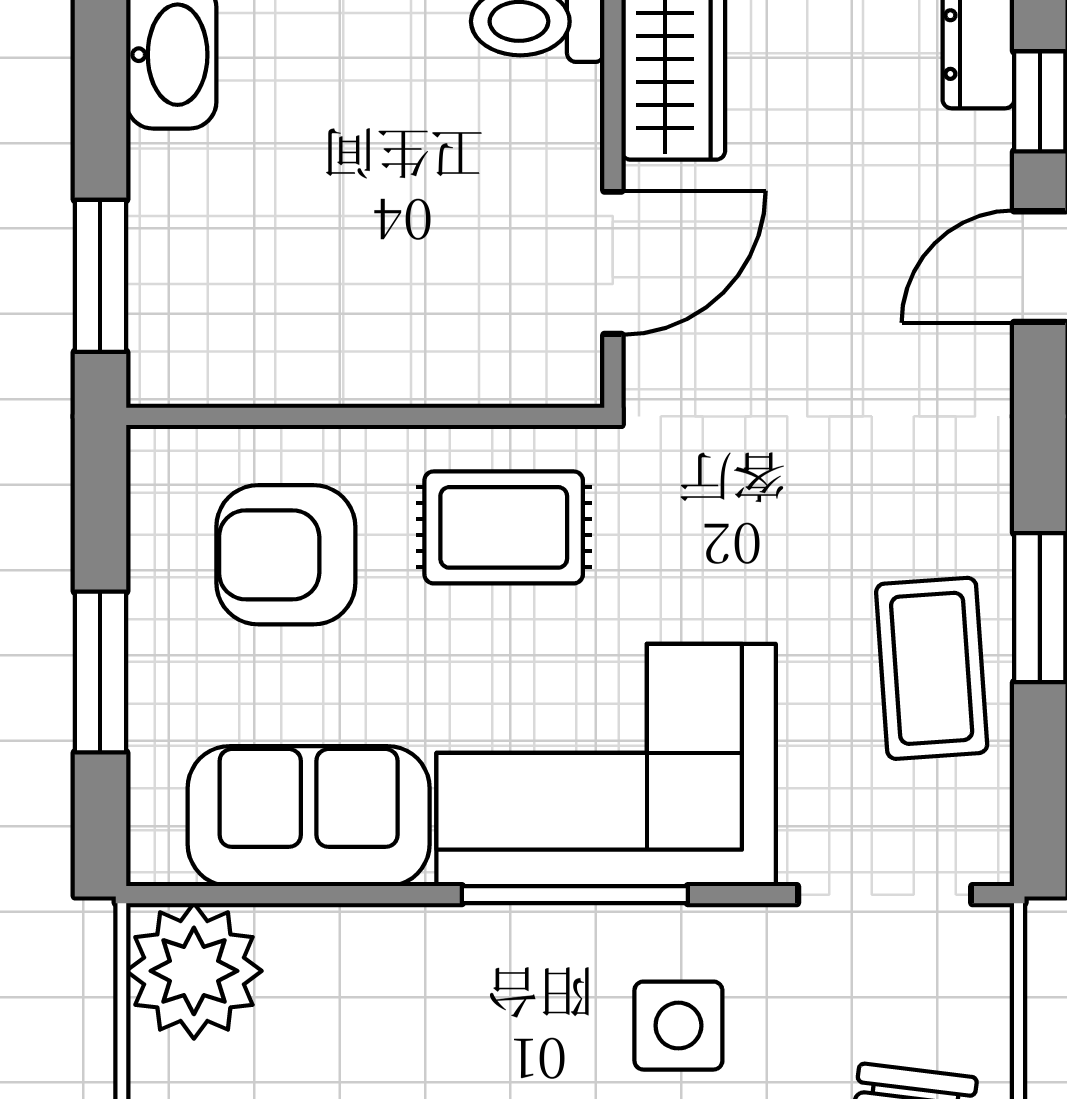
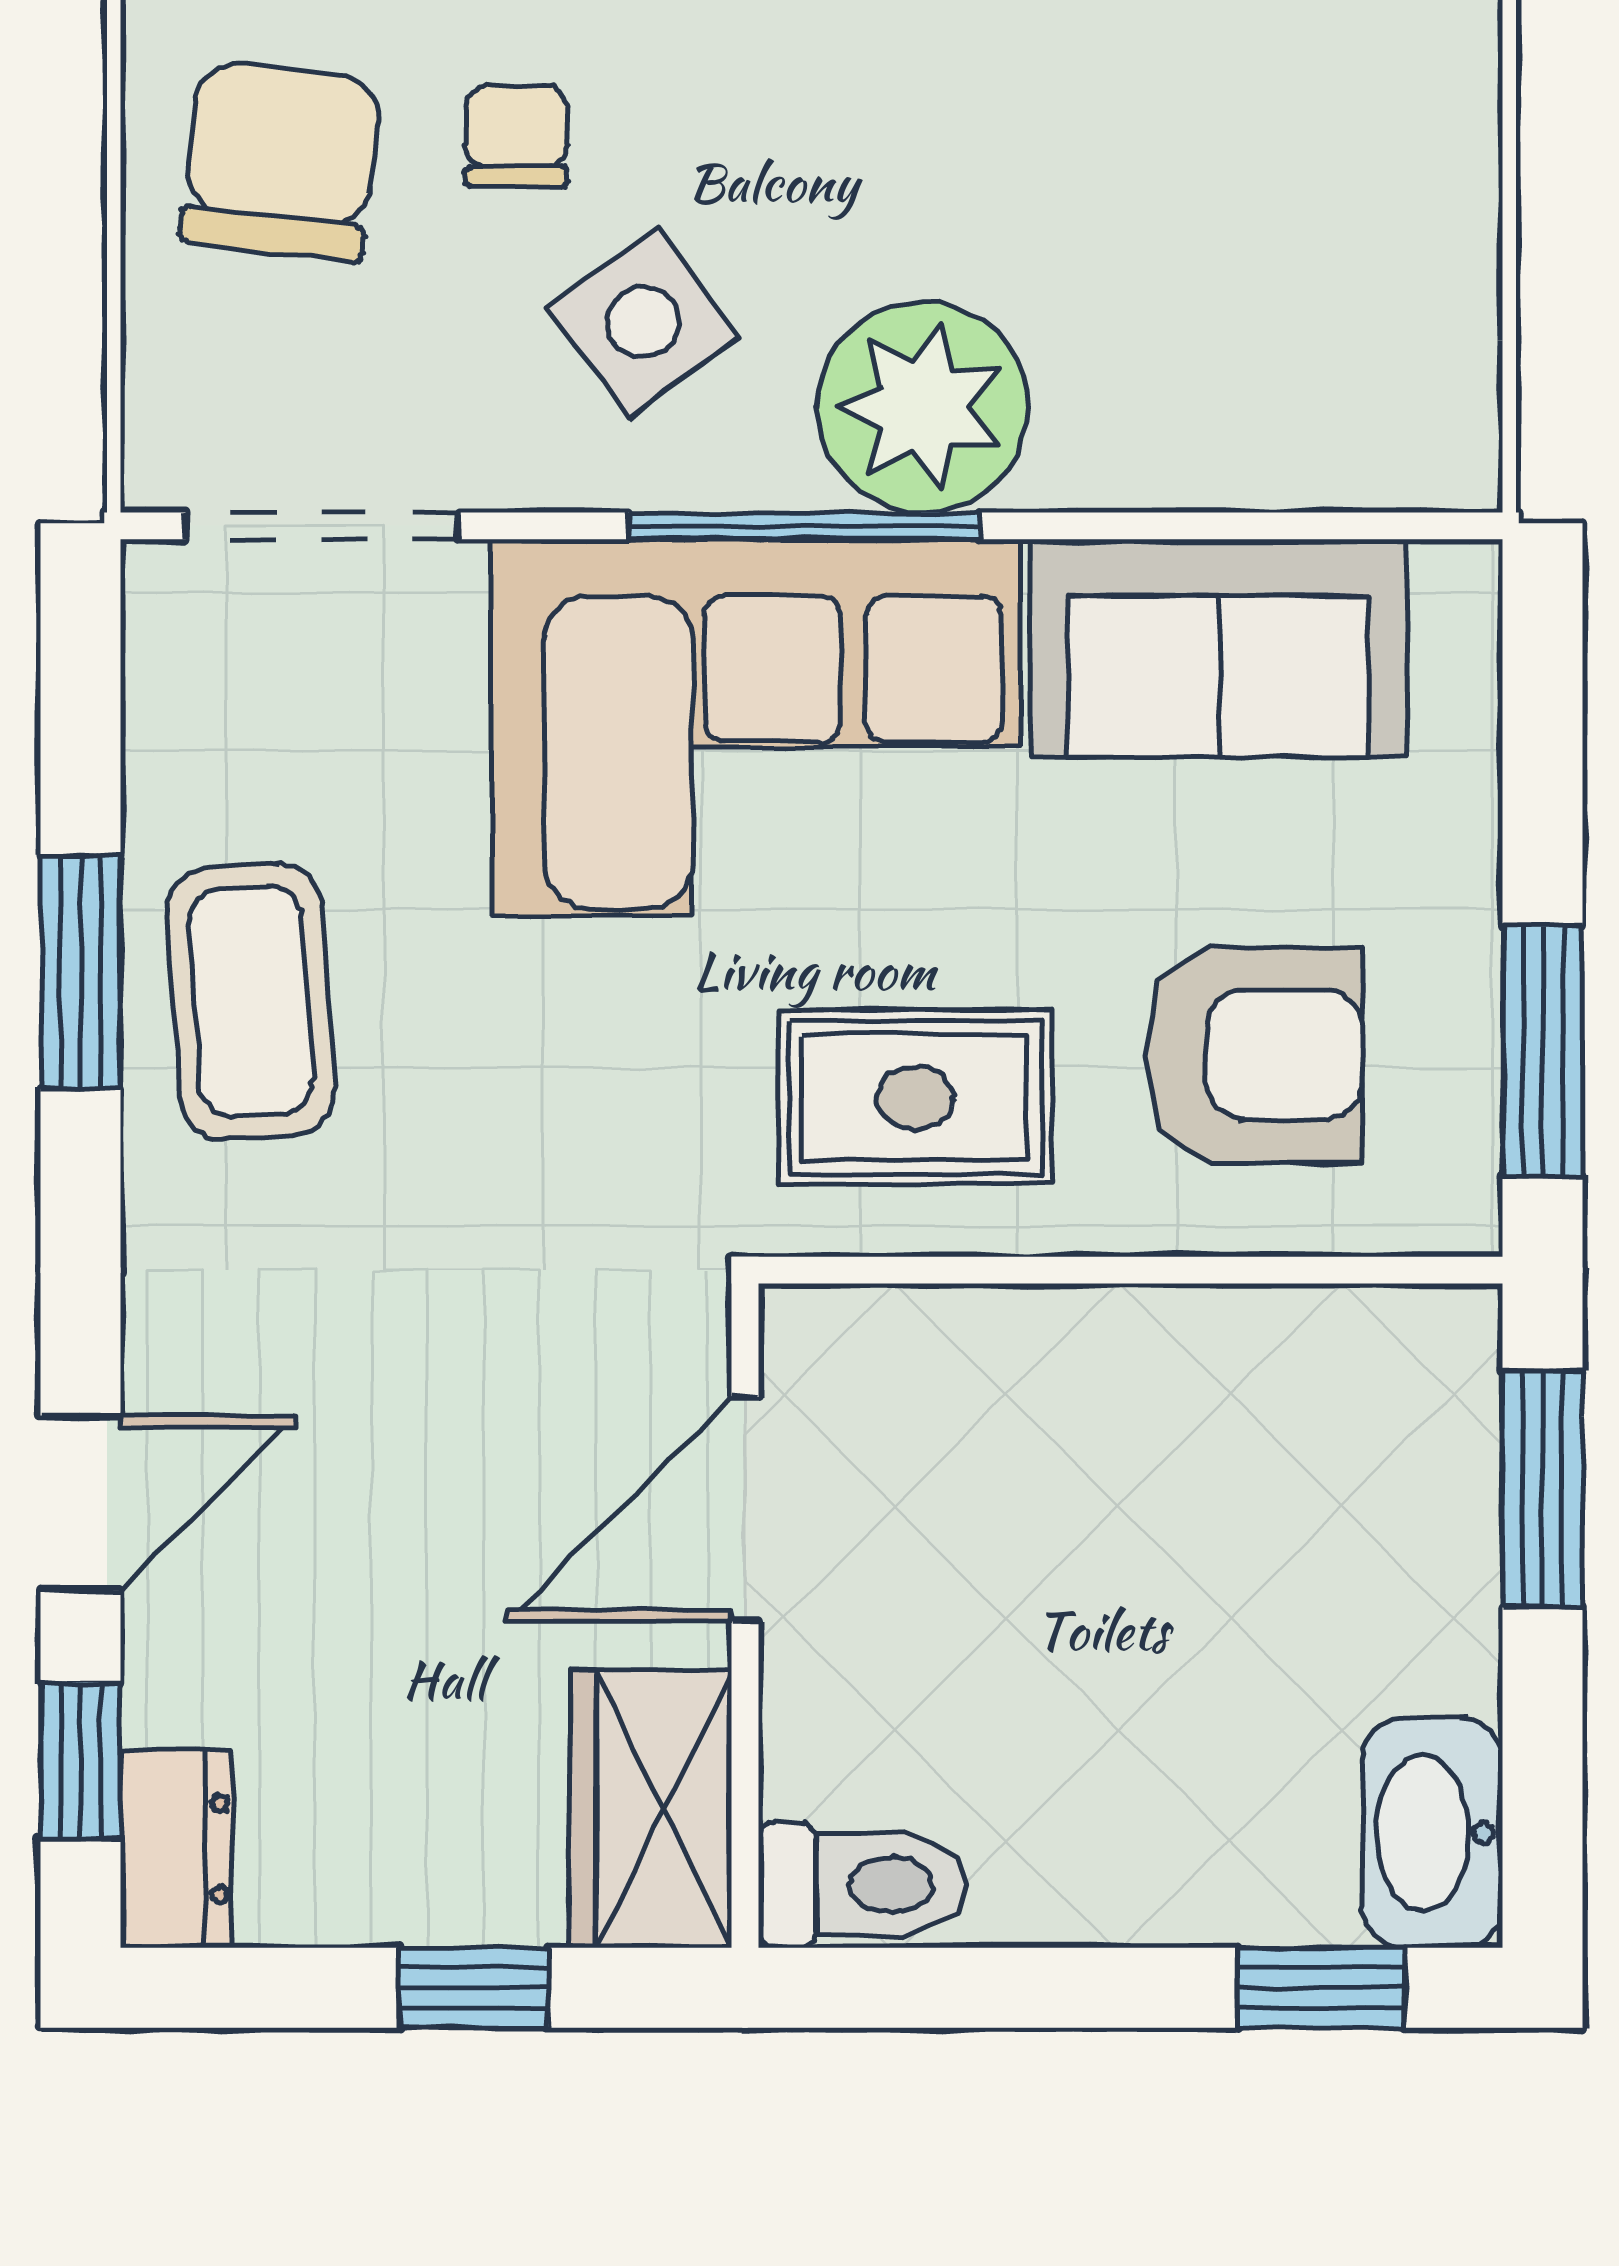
coffee table: (932, 668) -> (251, 1001), moved
window: (100, 672) -> (1542, 1051), moved
plant: (194, 971) -> (923, 407), moved
side table: (678, 1026) -> (643, 322), turned -36

